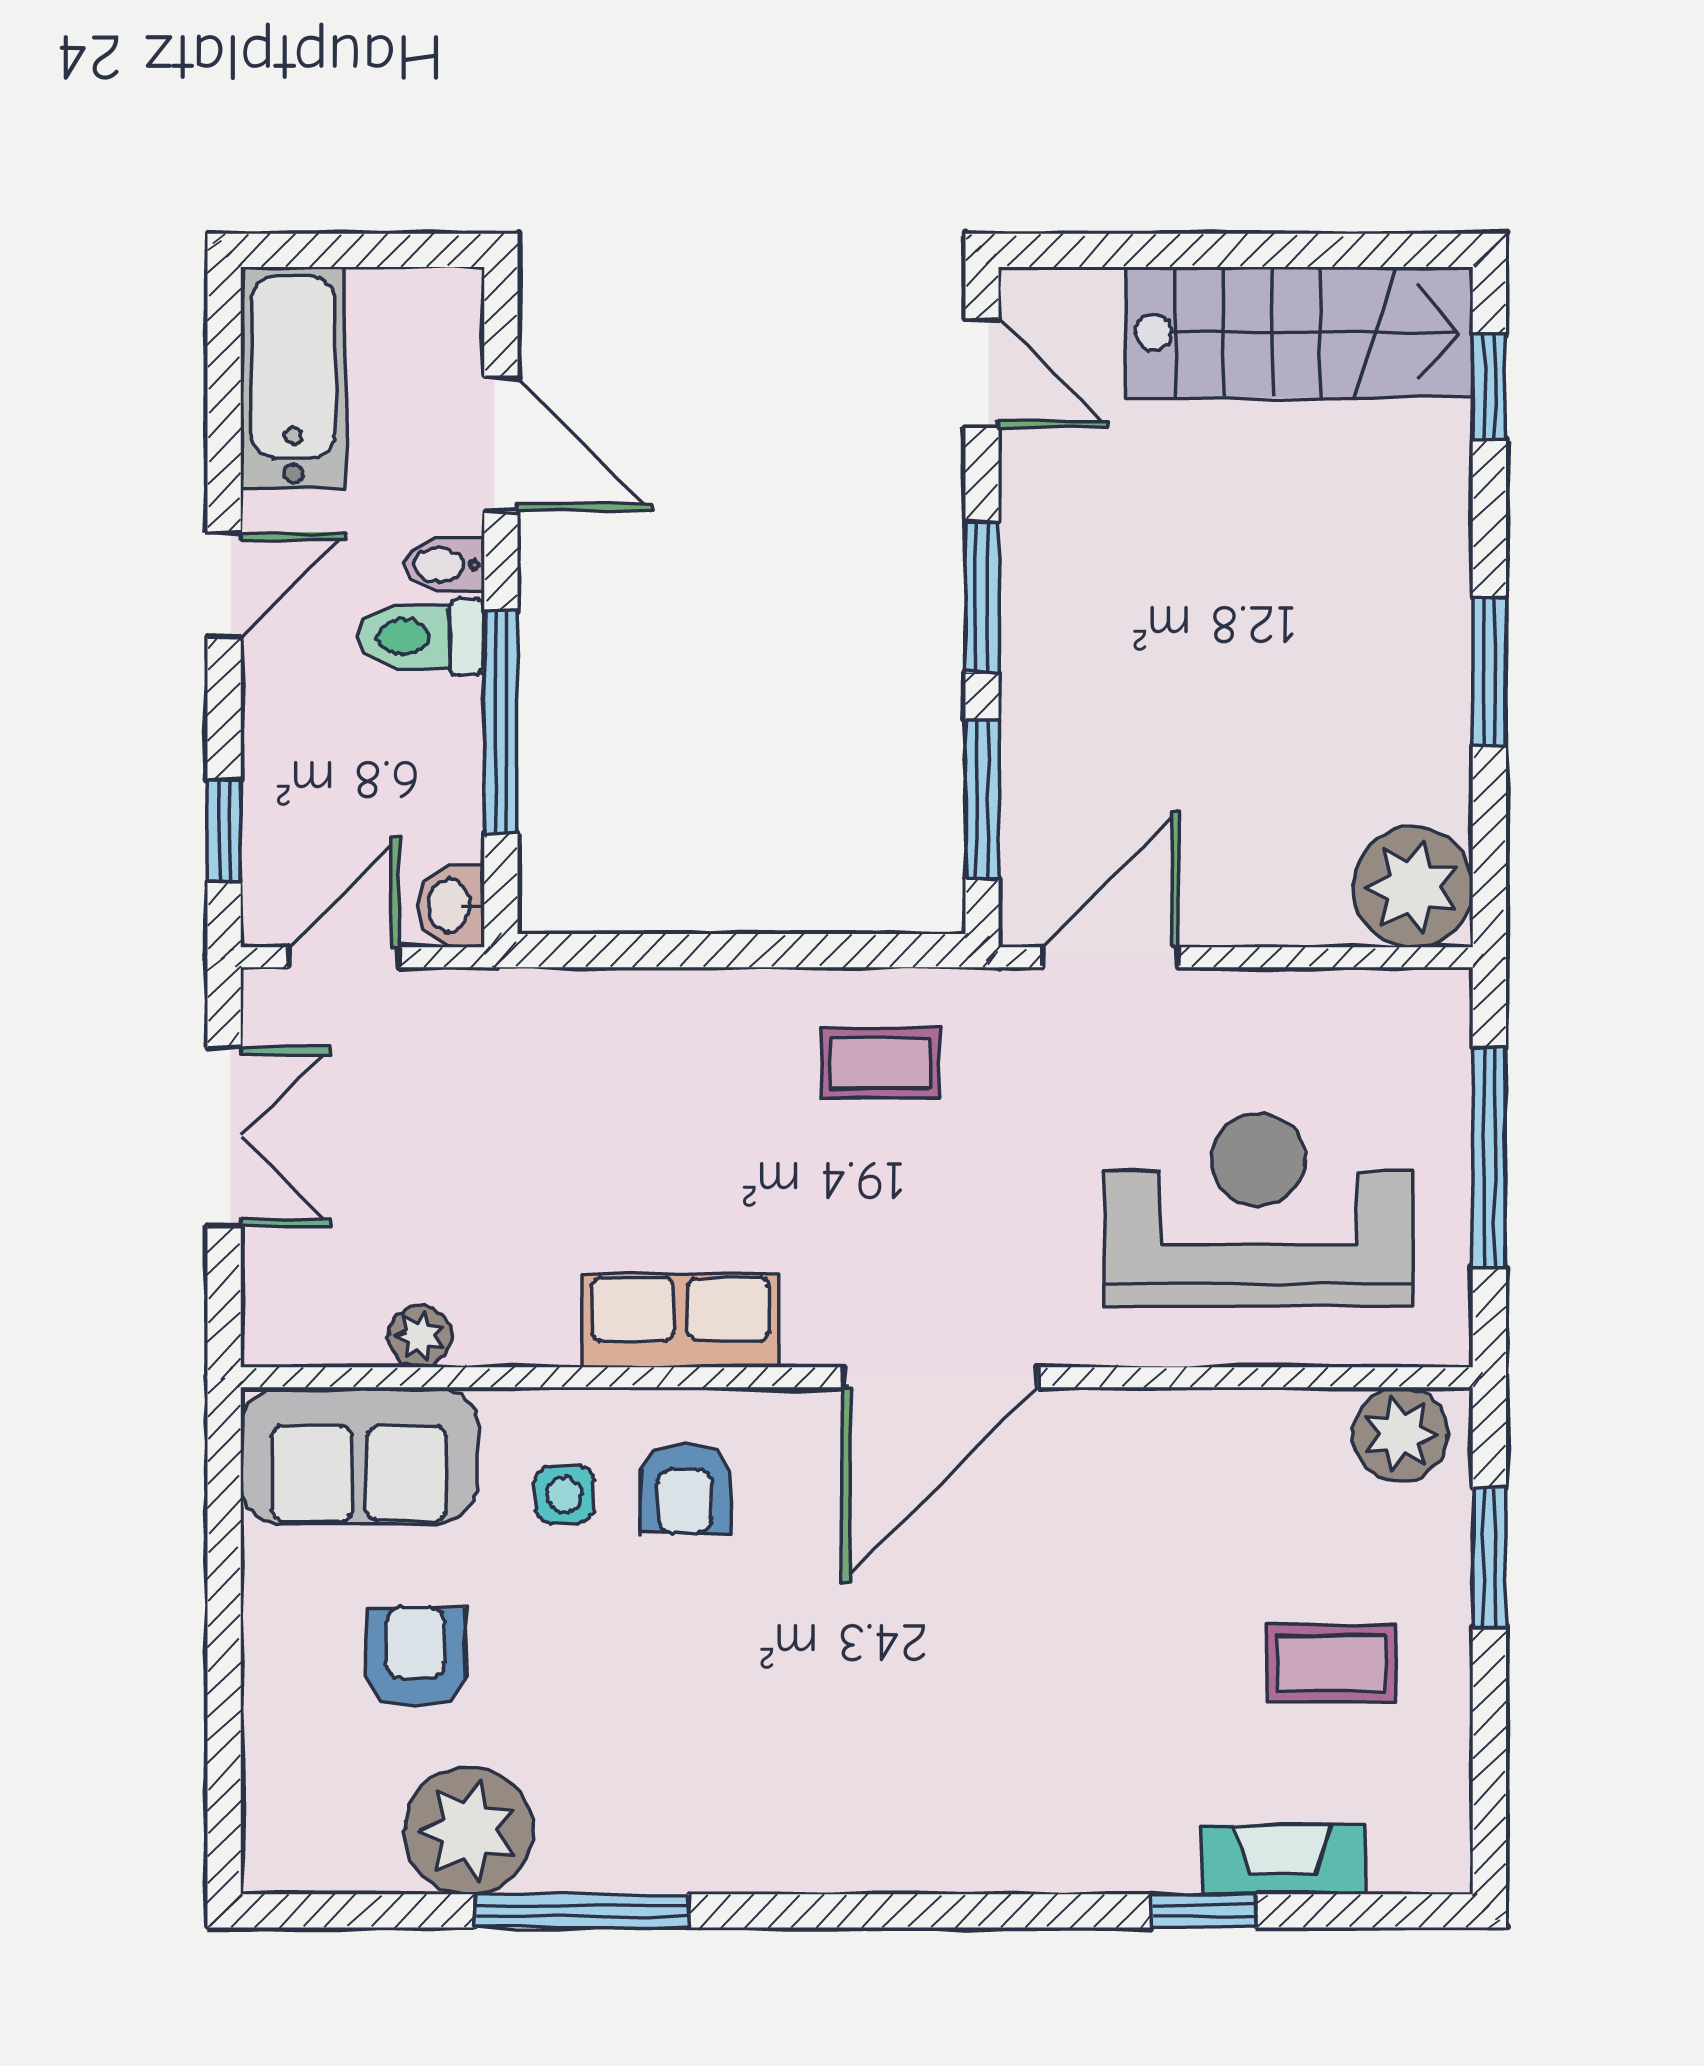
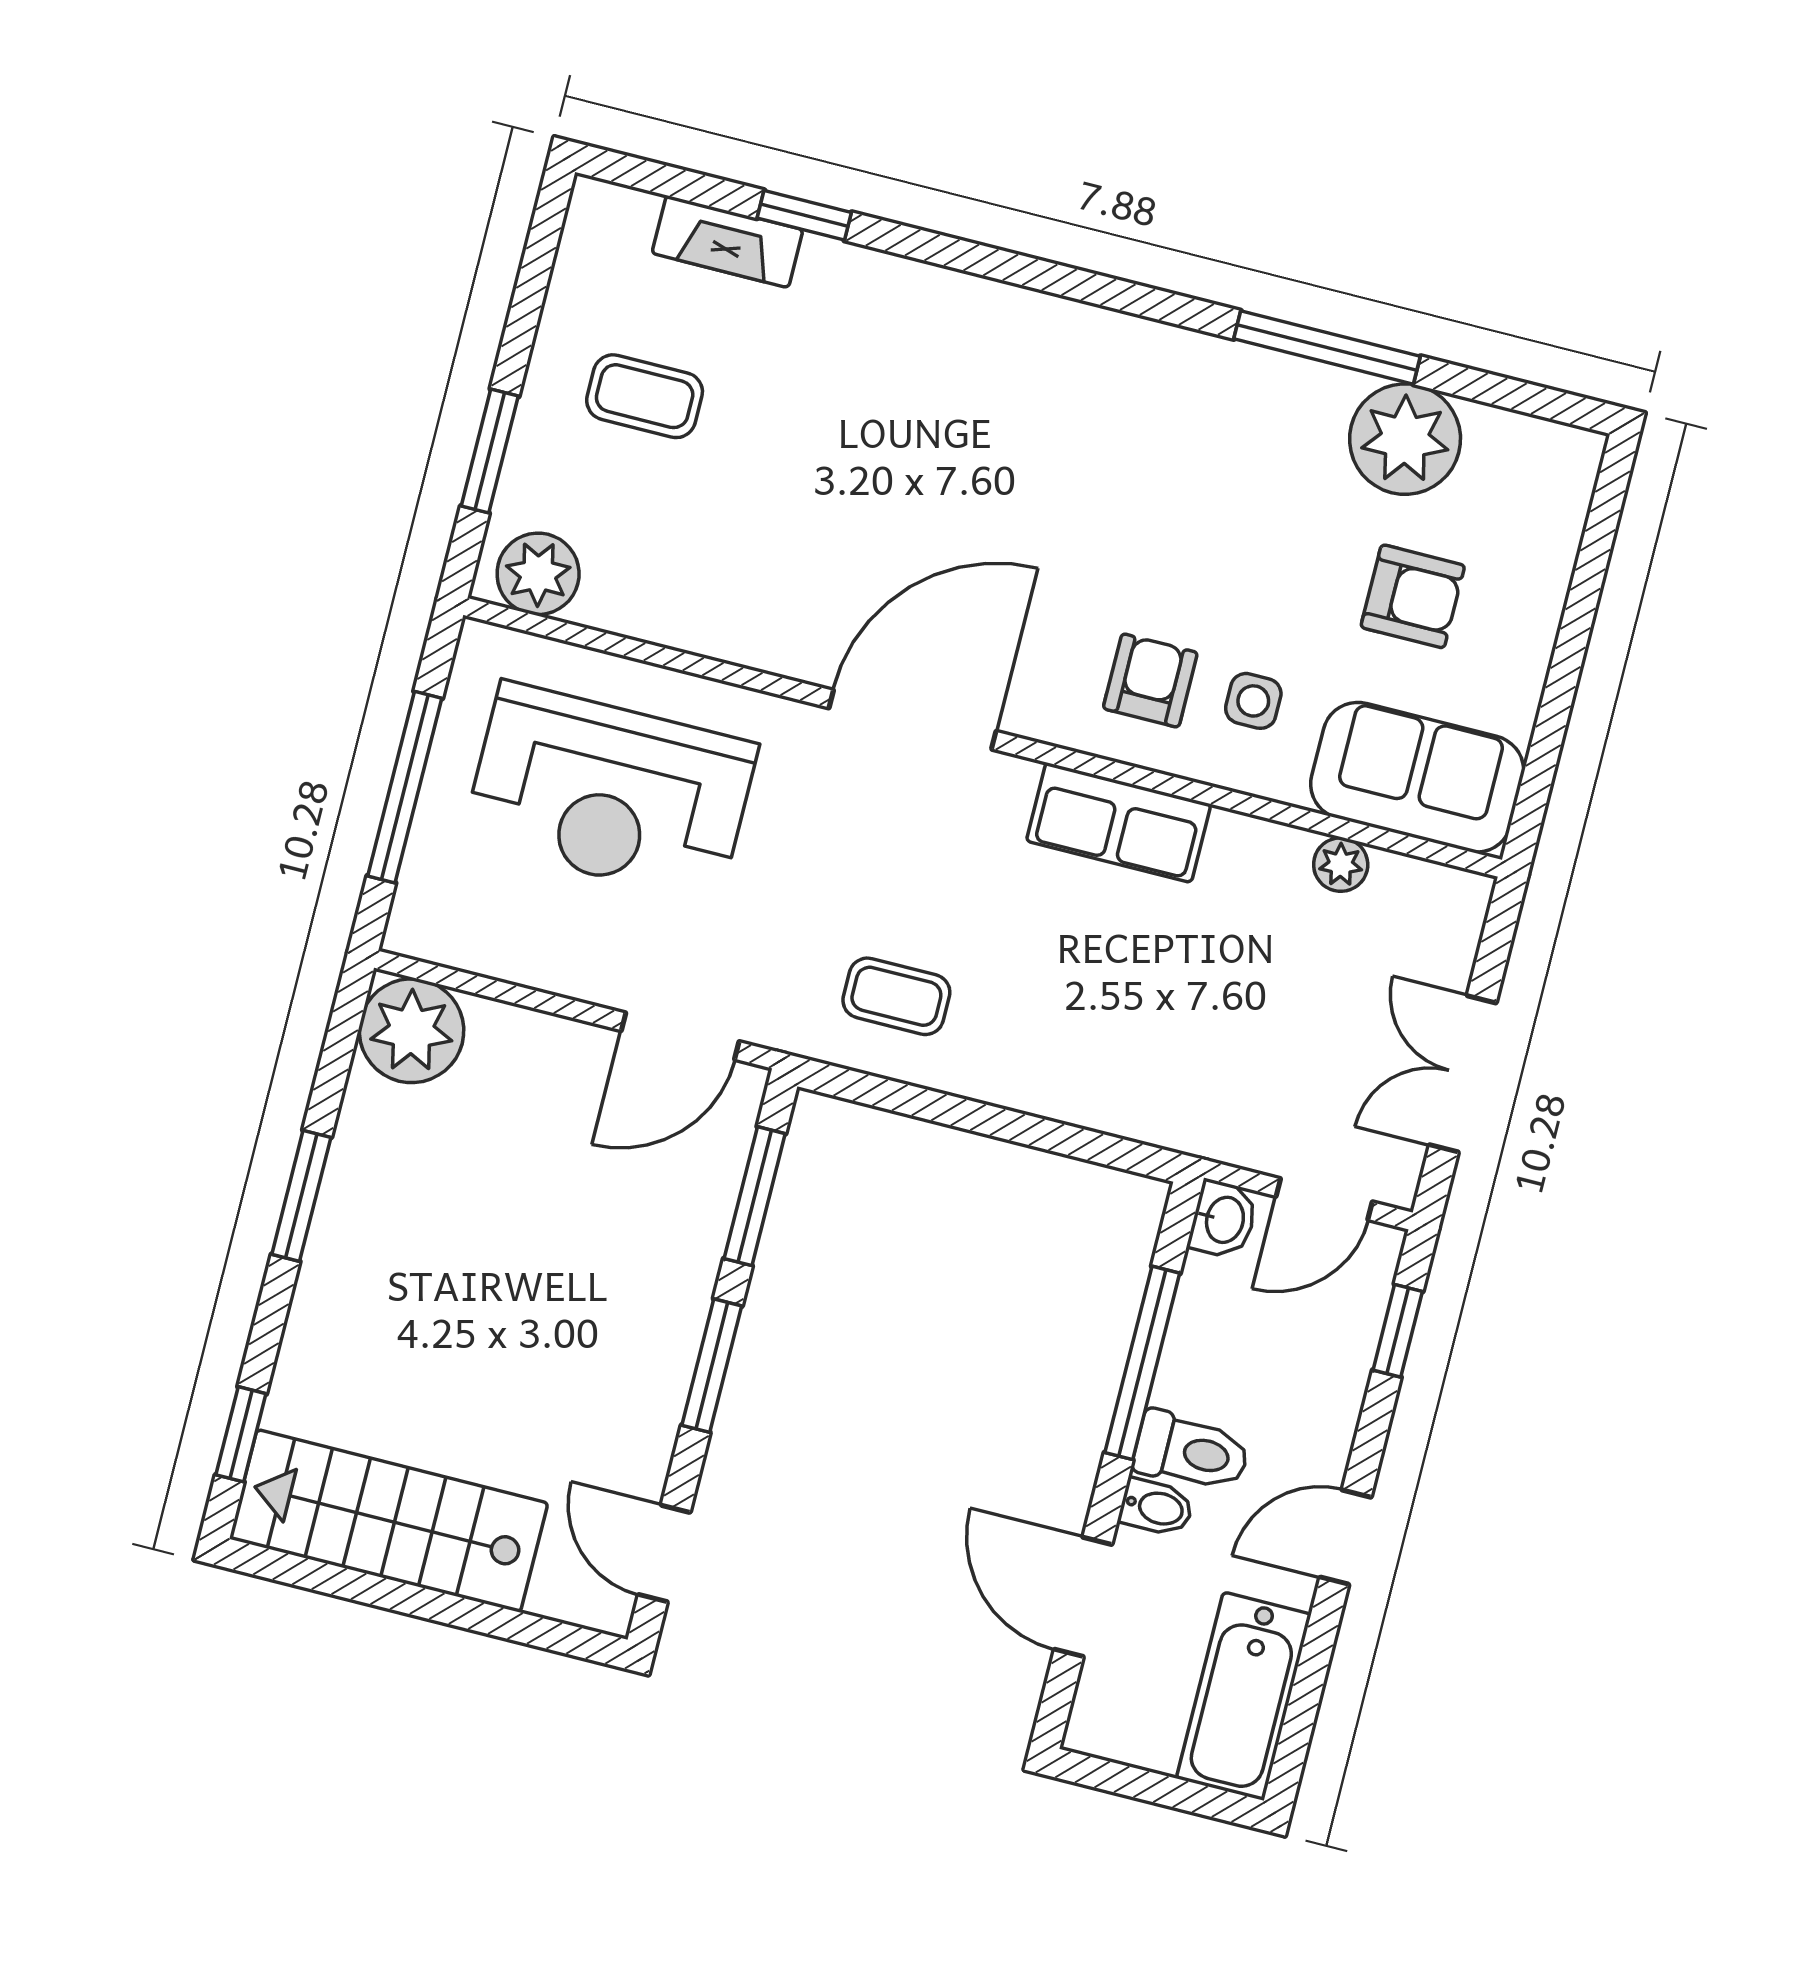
armchair: (415, 1657) -> (1413, 596), turned -90

